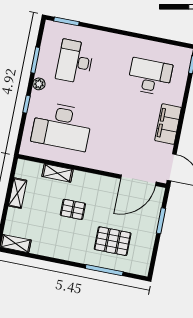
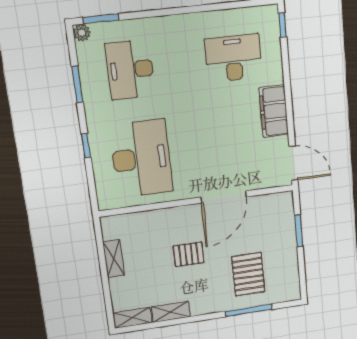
plant: (39, 84) -> (82, 33), moved
desk: (62, 126) -> (141, 159), turned -90
shelving: (58, 173) -> (171, 312), moved
door: (138, 180) -> (224, 197), moved
pallet: (113, 241) -> (248, 274), turned 90

